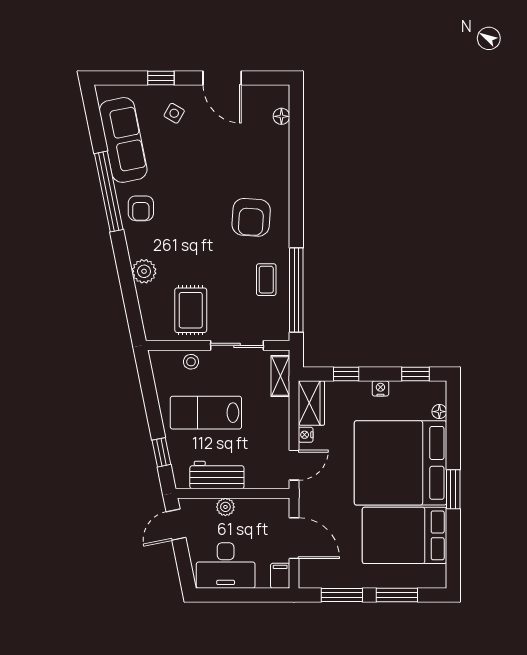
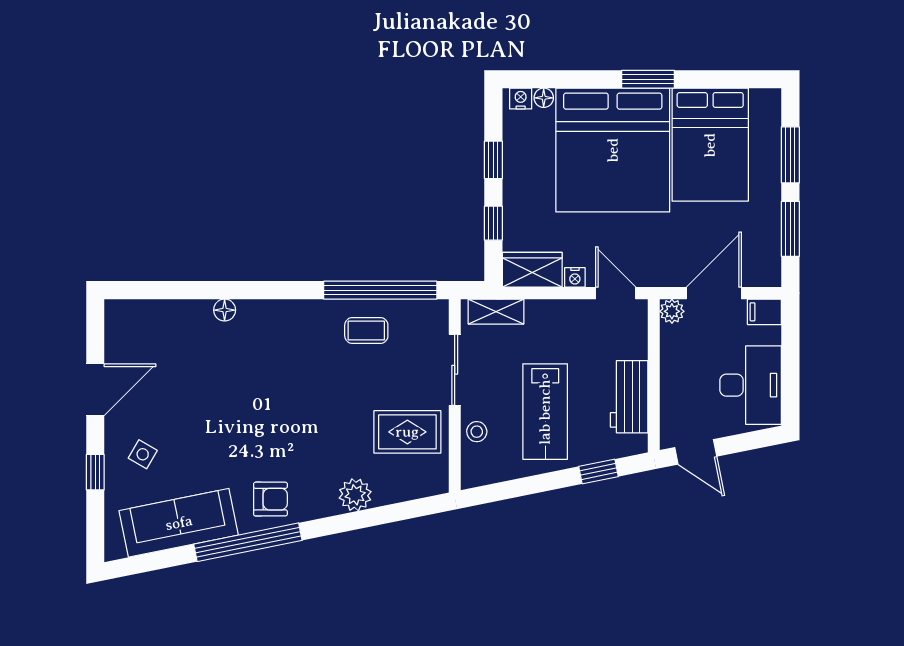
floor lamp: (281, 116) -> (225, 310), moved
armchair: (251, 217) -> (283, 351), removed
window: (415, 374) -> (493, 160), moved
nightstand: (380, 388) -> (521, 99), moved, turned 90
plant: (225, 507) -> (672, 311), moved

